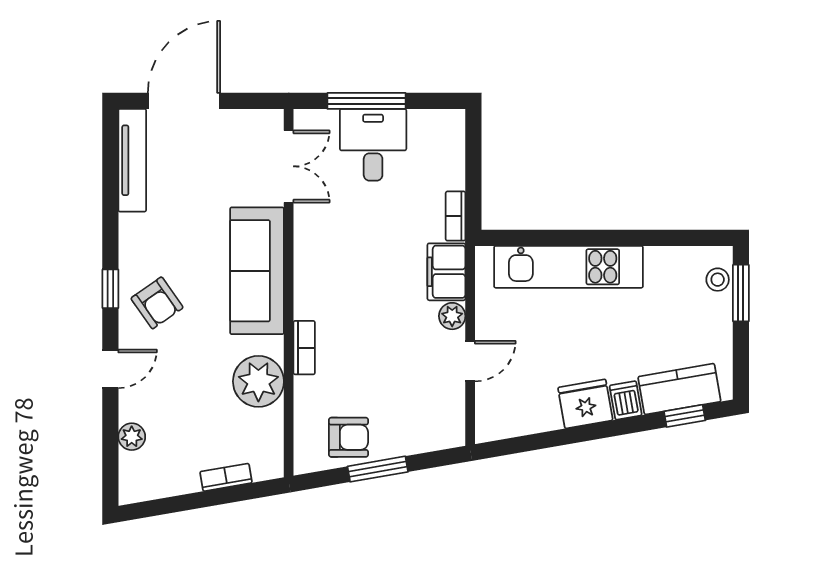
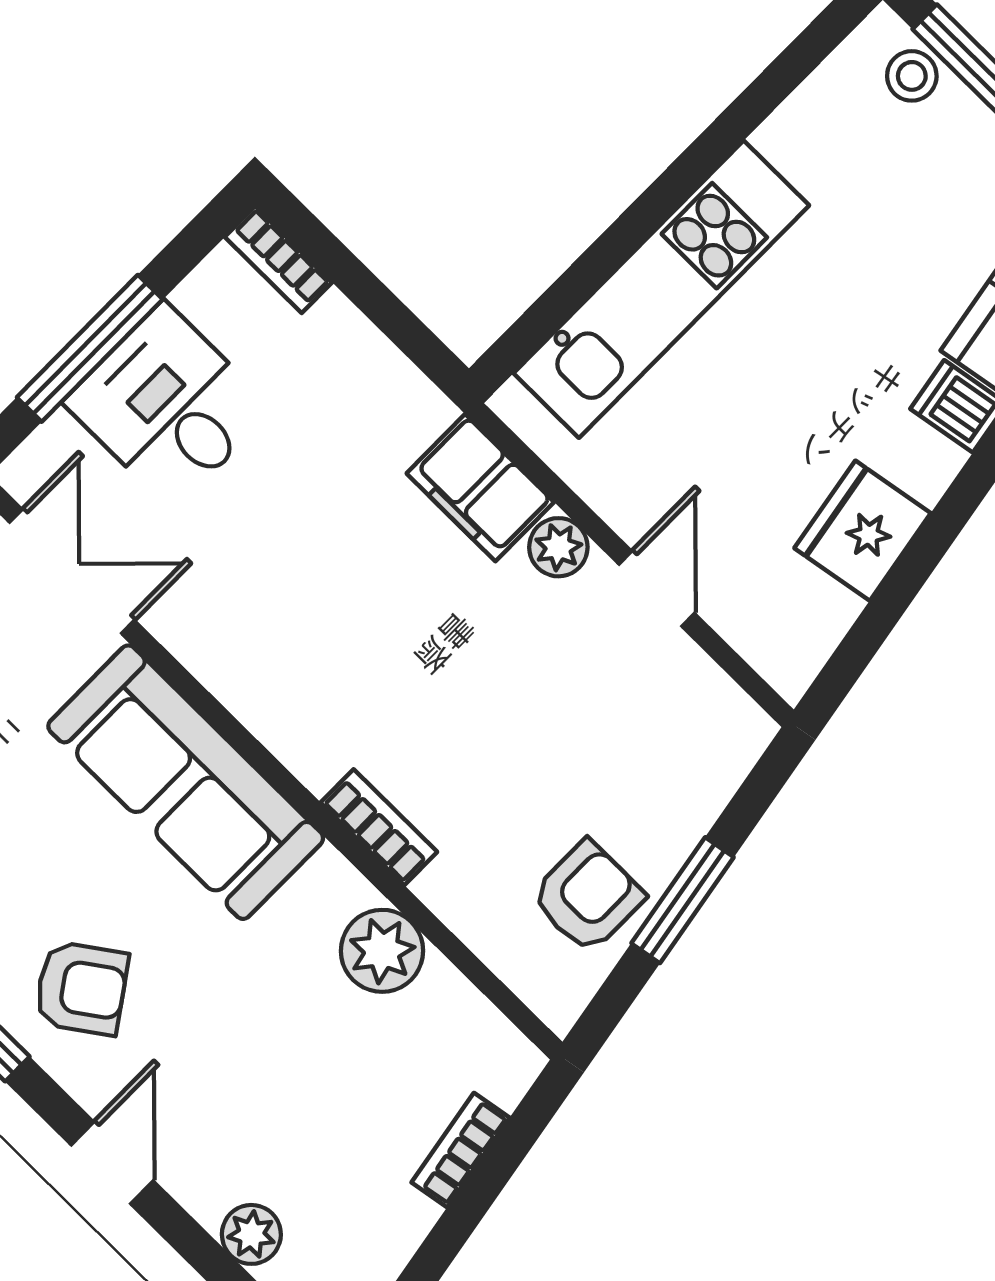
bookcase: (456, 216) -> (278, 260), moved
plant: (258, 381) -> (382, 951), width x0.73, depth x0.73
fridge: (585, 404) -> (863, 531), moved

